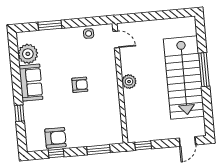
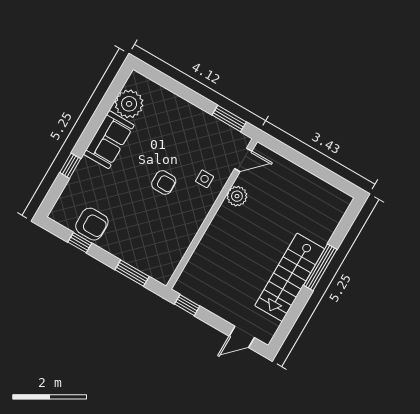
window: (50, 25) -> (229, 119), moved
side table: (89, 33) -> (205, 179), moved
door: (116, 39) -> (243, 160), hinge flipped
stairs: (184, 78) -> (290, 277), width x0.73, depth x0.66
plant: (129, 82) -> (237, 196), moved

